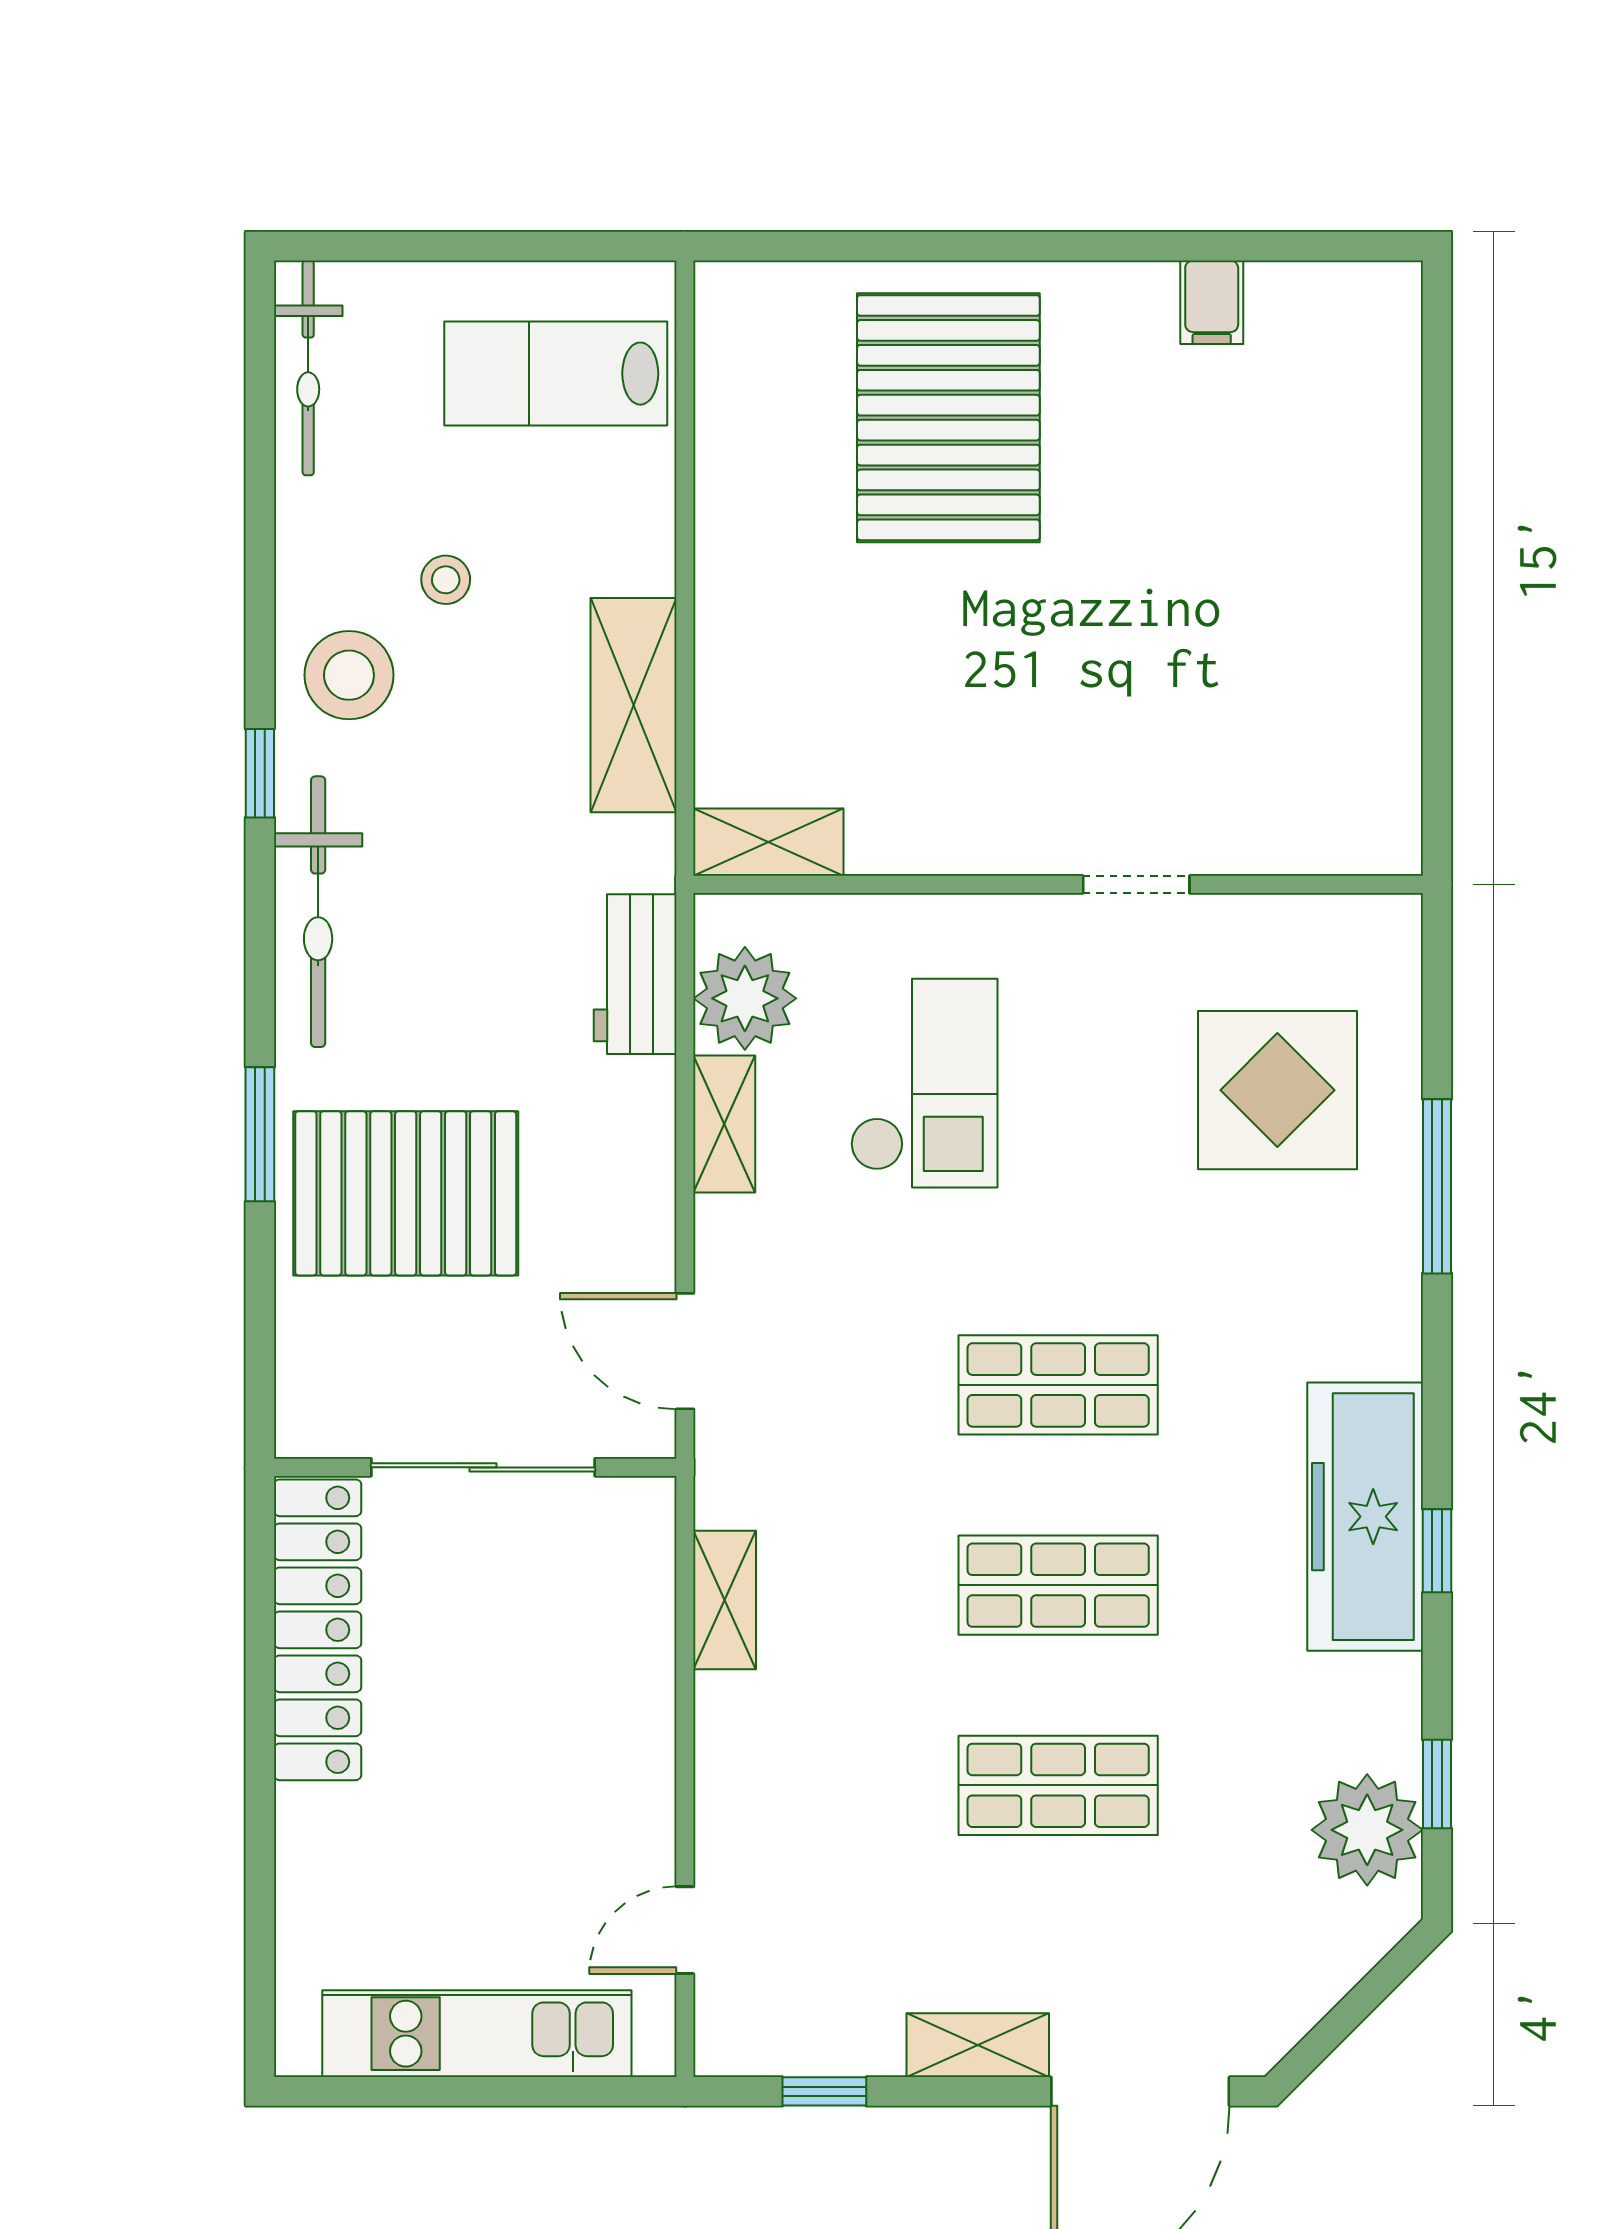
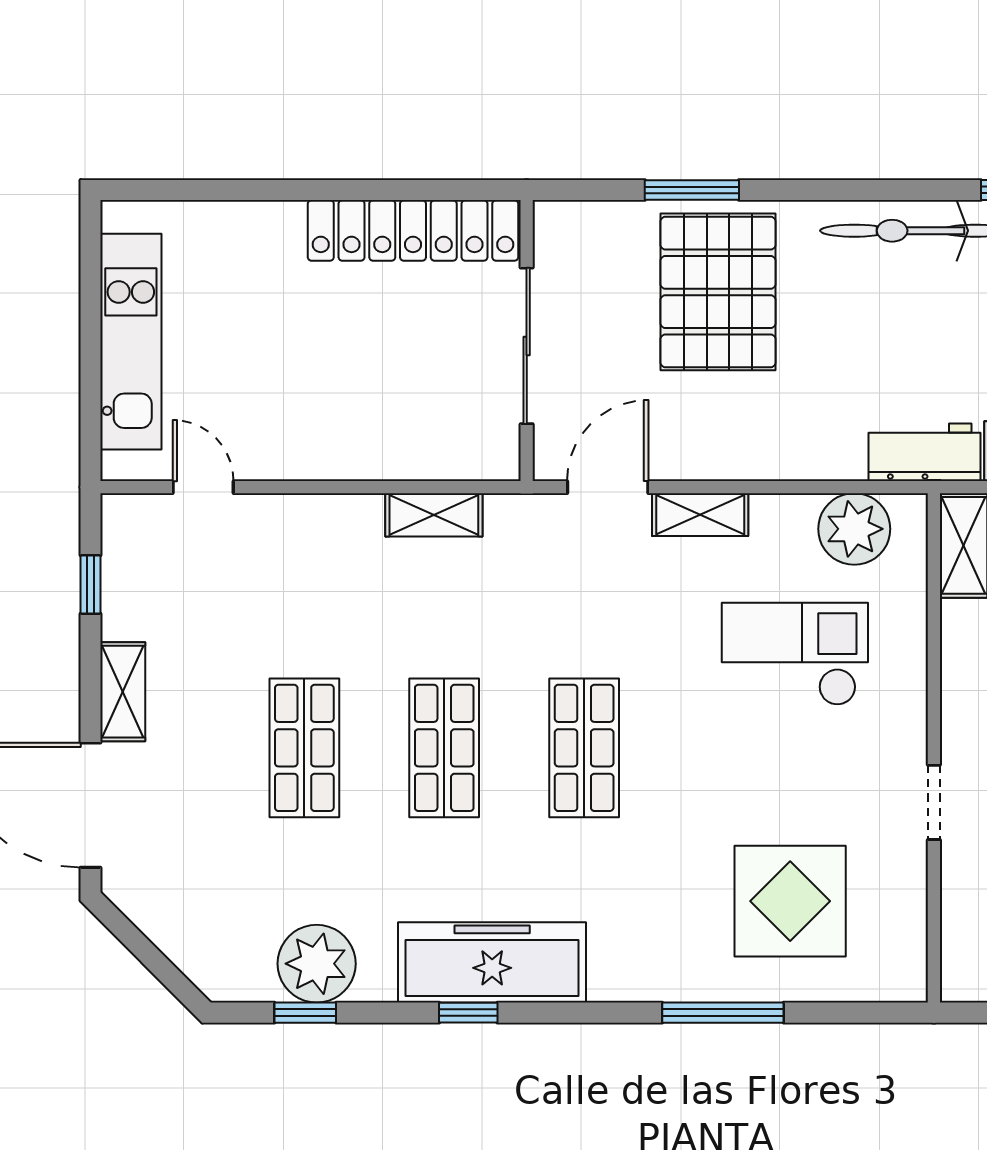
workbench: (635, 974) -> (924, 452), moved
checkout: (924, 1083) -> (795, 654), turned 180
shelving: (724, 1124) -> (700, 515), moved
window: (260, 1134) -> (692, 190), moved
plant: (1367, 1830) -> (317, 964), moved

